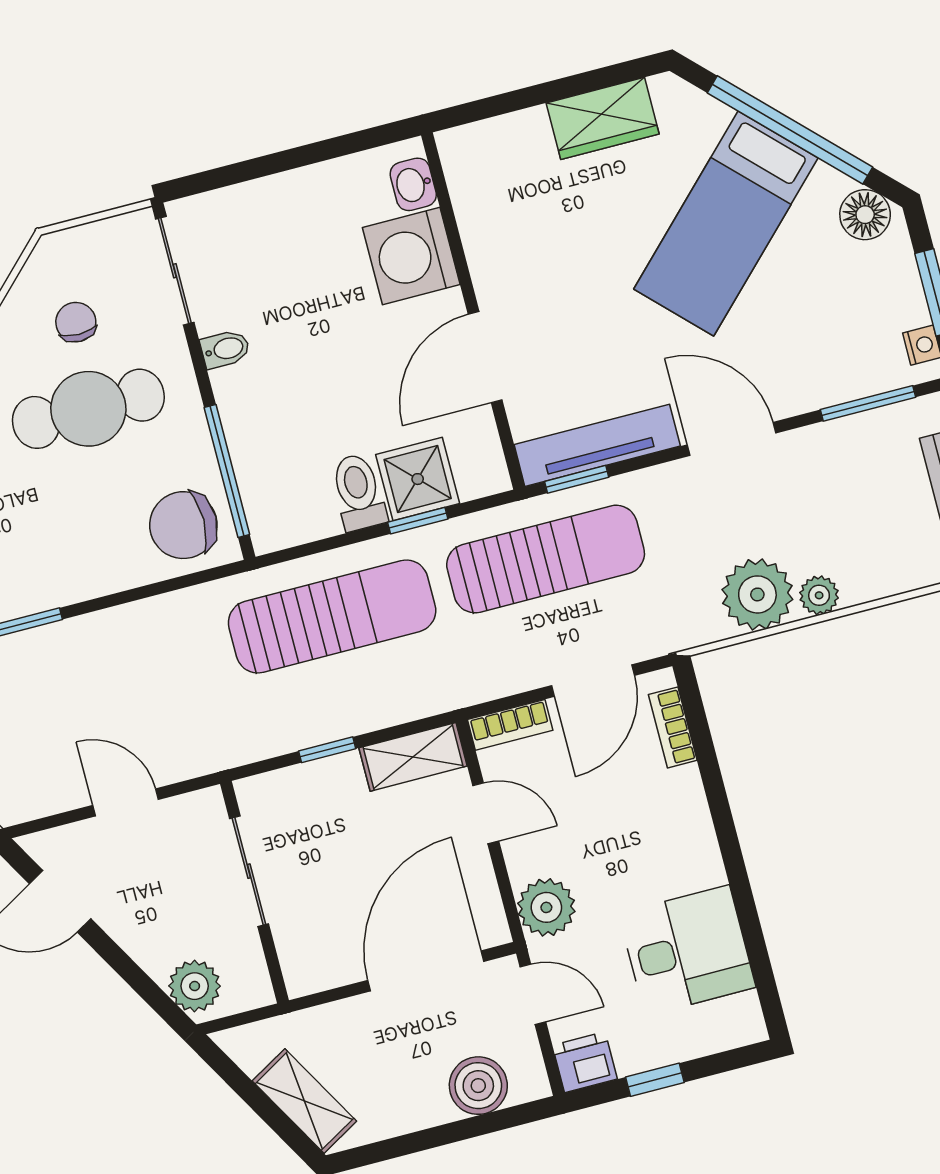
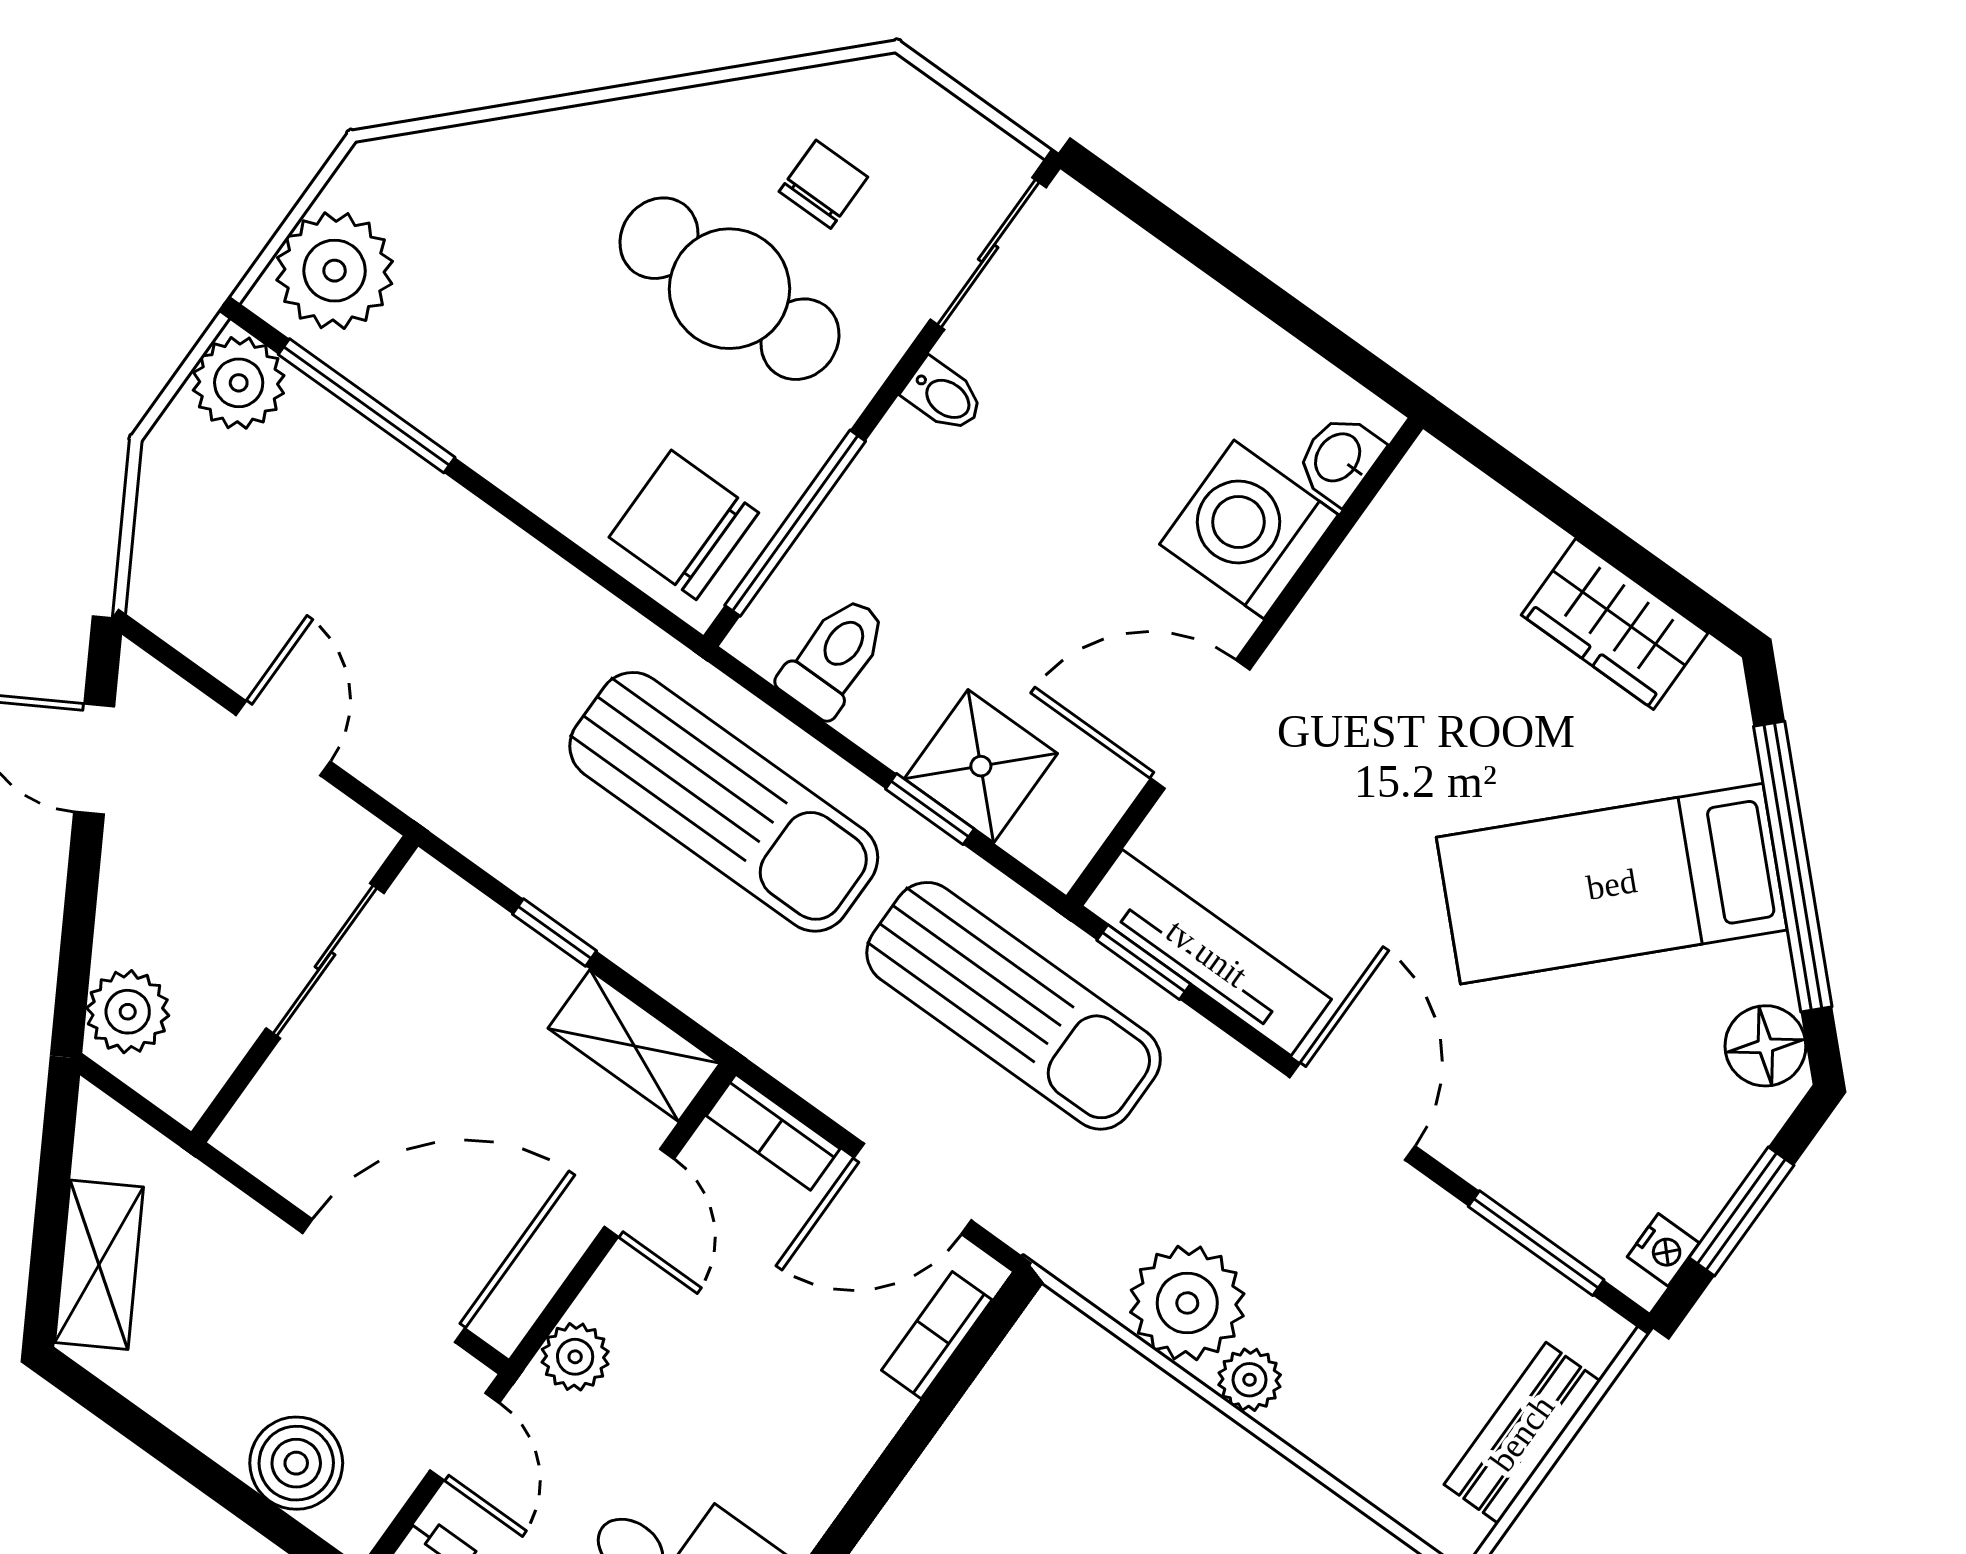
toilet: (358, 492) -> (834, 657), moved
plant: (546, 907) -> (575, 1357), width x0.73, depth x0.73

